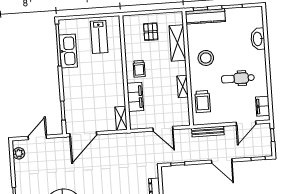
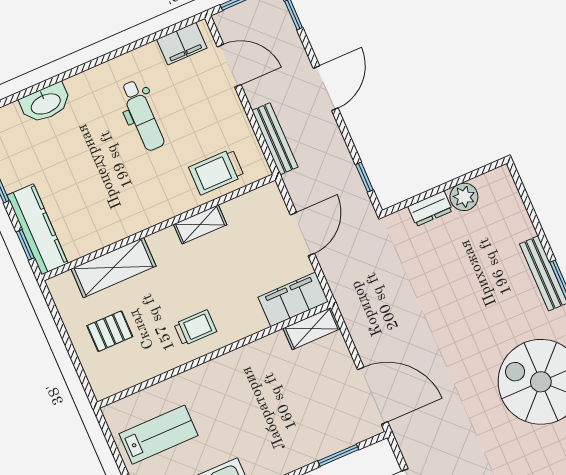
stool: (206, 58) -> (124, 197), removed
filing cabinet: (135, 97) -> (293, 299), moved
trolley: (203, 102) -> (216, 172), turned 180

